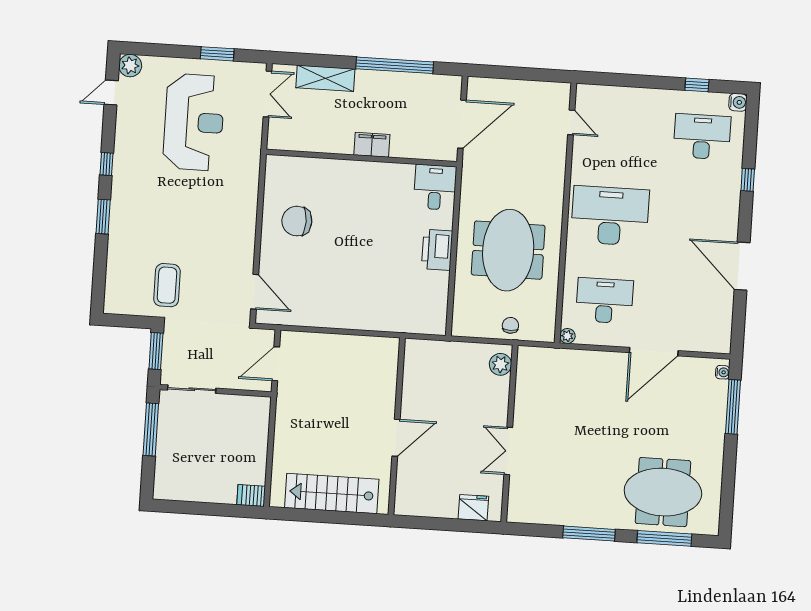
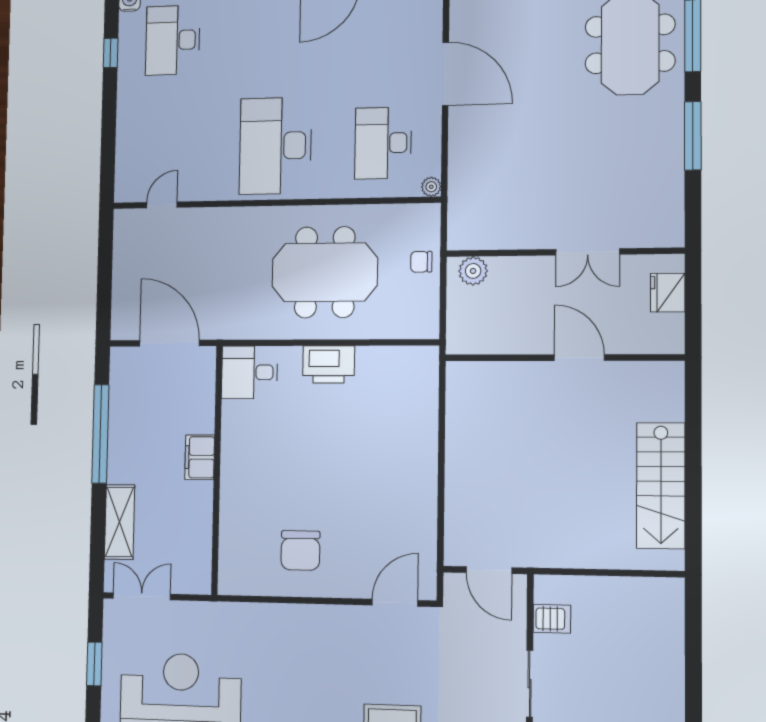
wall: (397, 426) -> (564, 358), moved
door: (396, 438) -> (579, 358), moved
server rack: (251, 495) -> (552, 619), moved, turned -90

